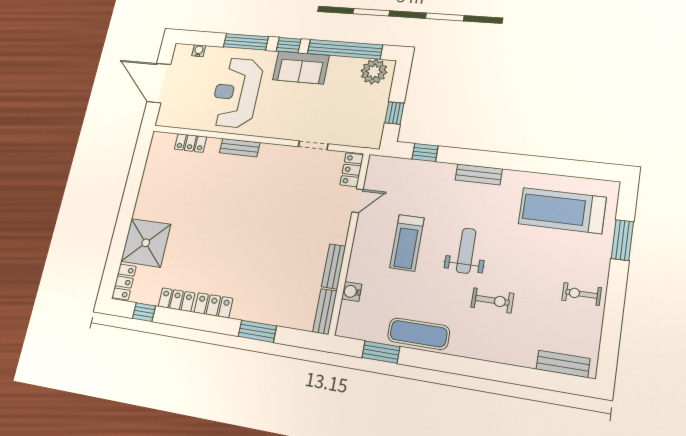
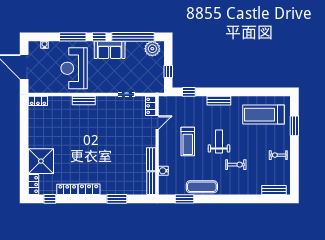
locker: (190, 143) -> (38, 101), moved

